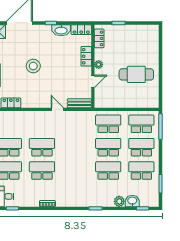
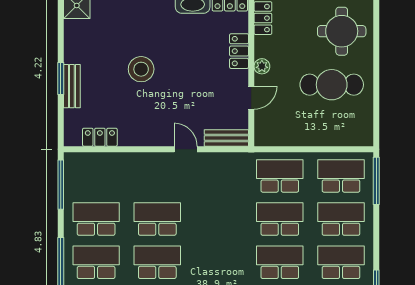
round table: (142, 45) -> (342, 31), added

